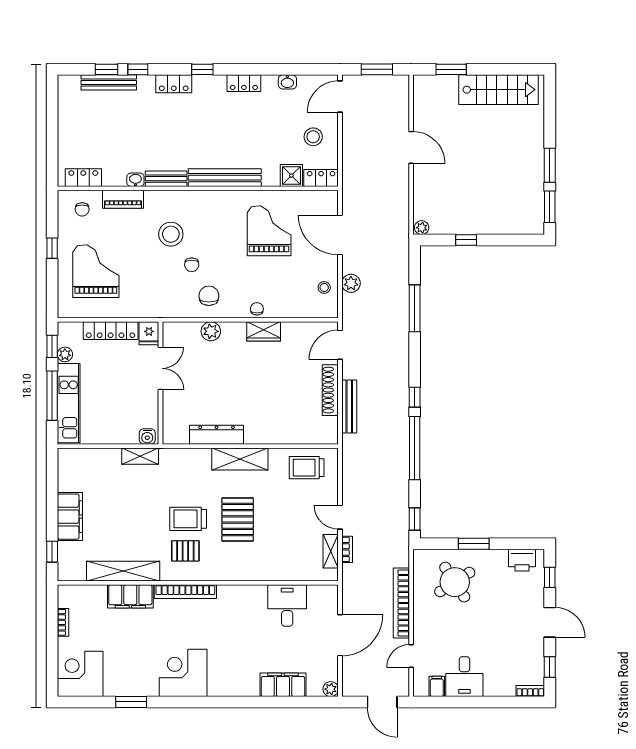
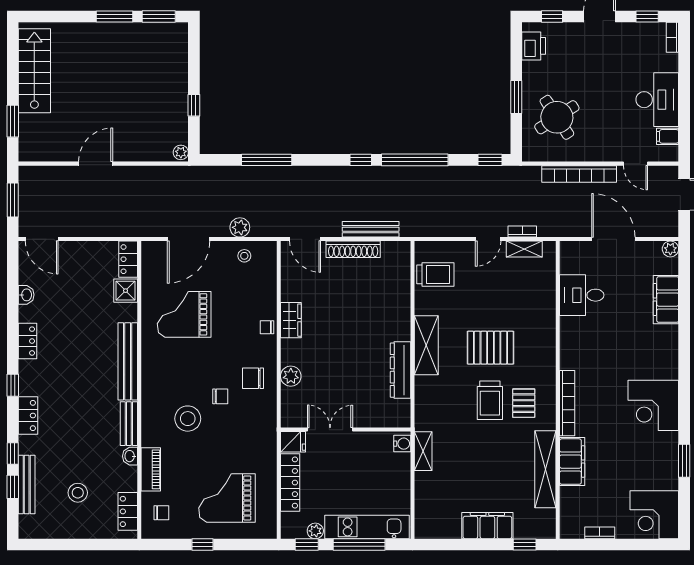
stool: (313, 137) -> (78, 493), moved
trolley: (307, 468) -> (435, 274), turned -90
desk: (464, 677) -> (657, 100), width x1.37

